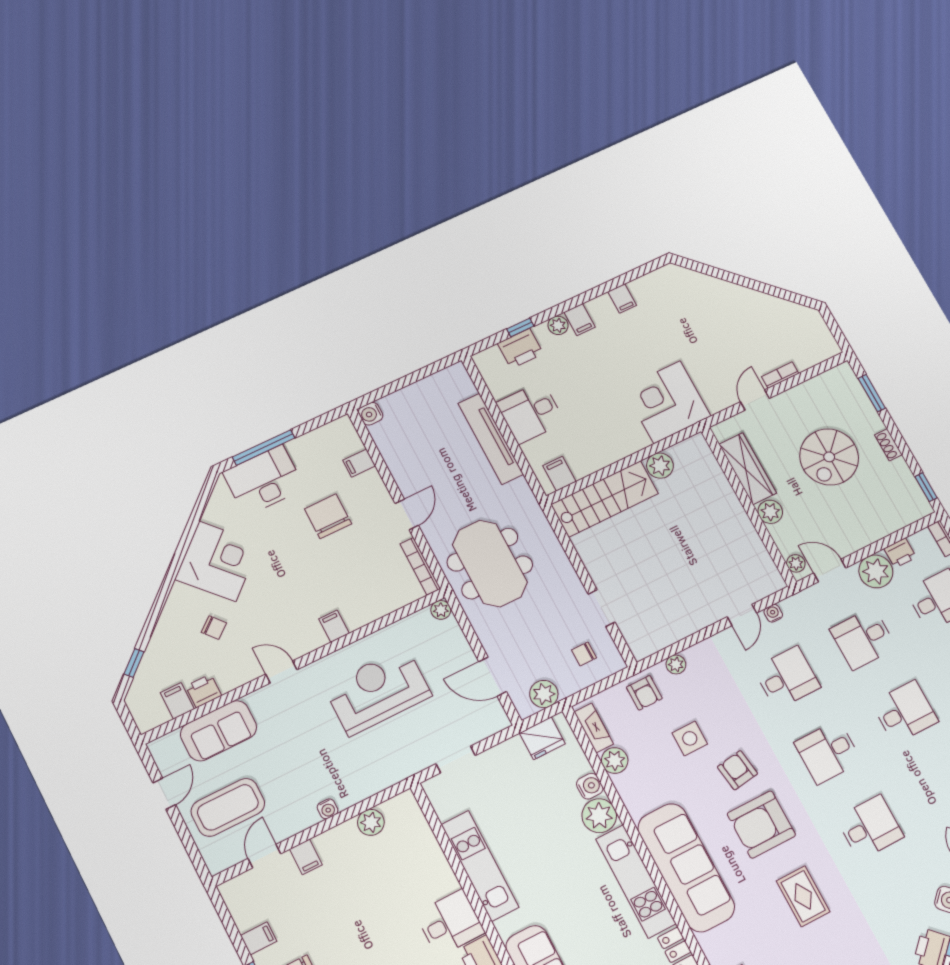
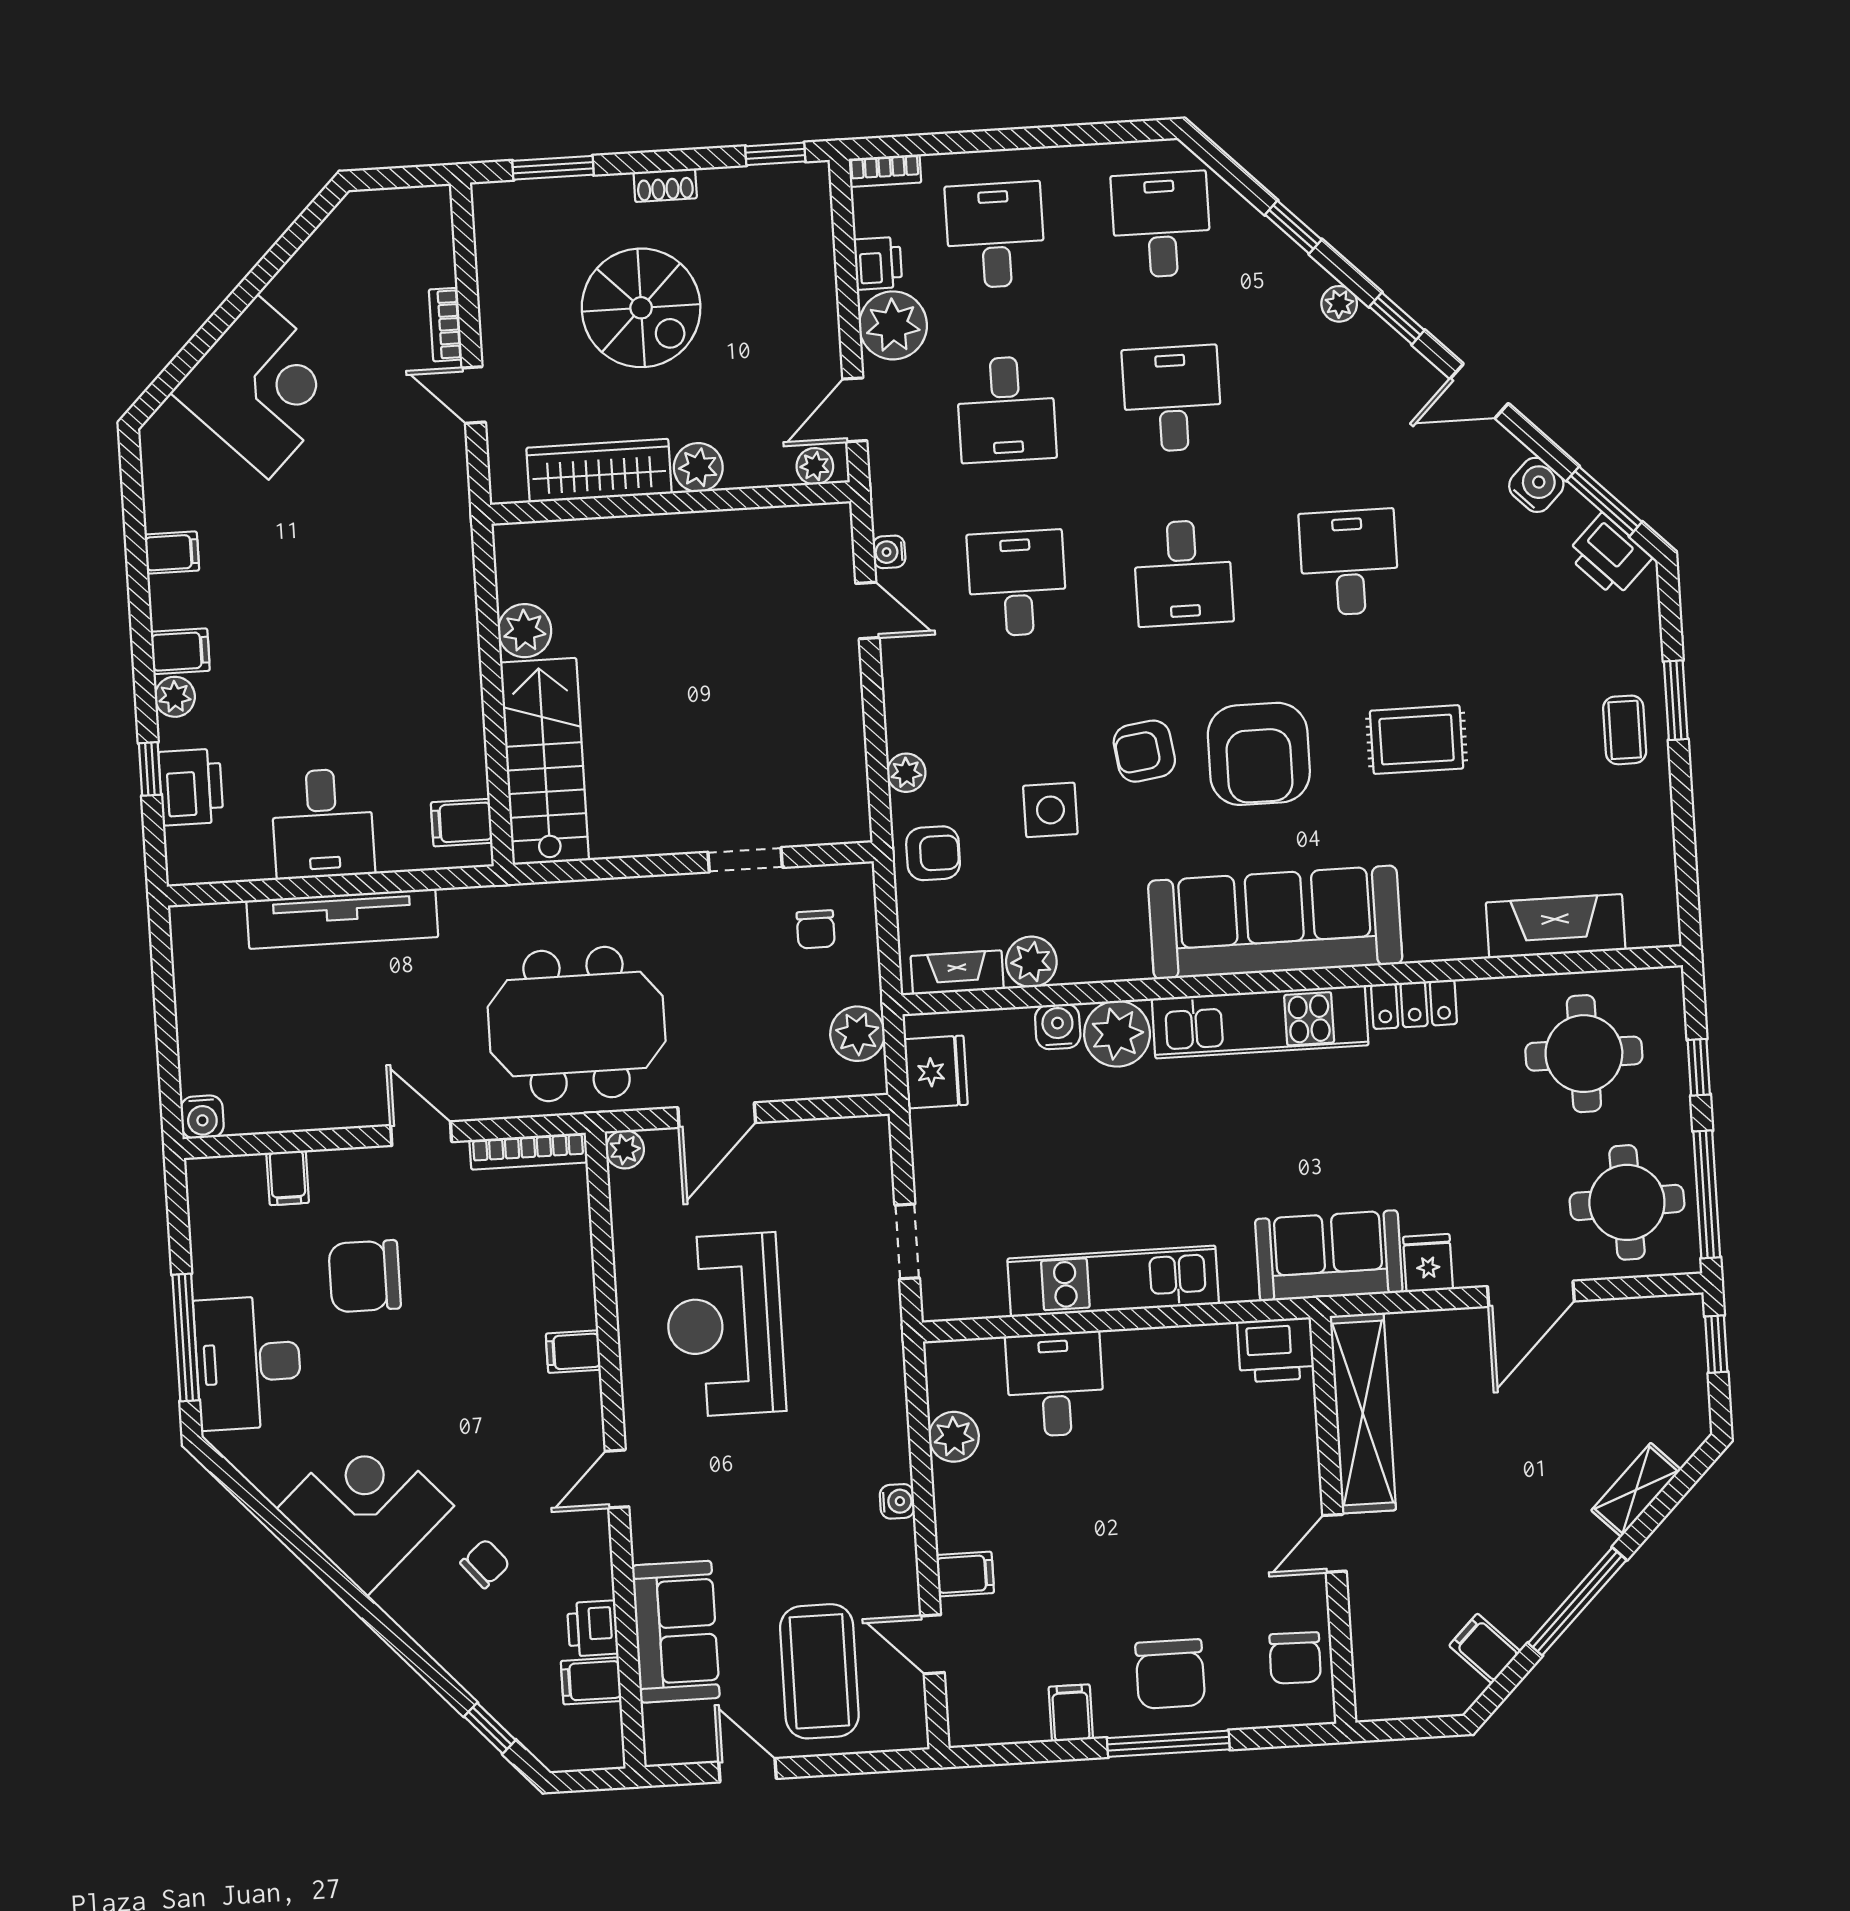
corner desk: (667, 402) -> (263, 387), moved, turned -135
door: (493, 677) -> (717, 1115), moved
desk: (450, 923) -> (1055, 1384), moved

